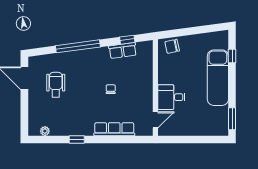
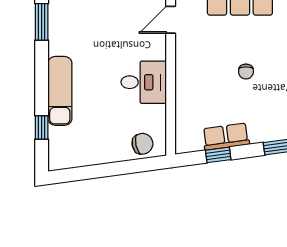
exam couch: (218, 78) -> (60, 91), width x0.73, depth x0.69
desk: (171, 97) -> (144, 82), moved

